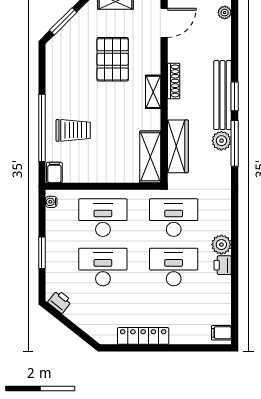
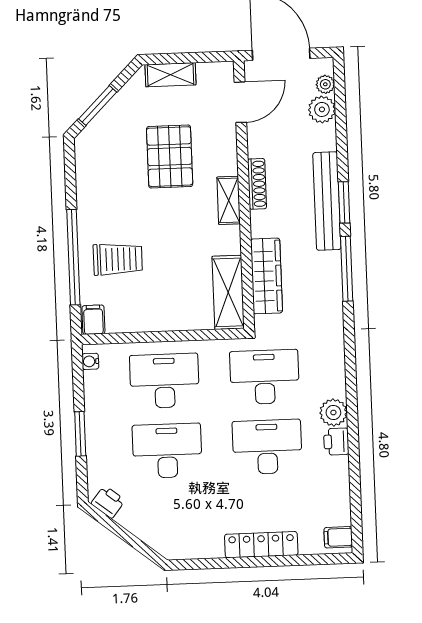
plant: (221, 141) -> (322, 109), moved
locker: (143, 336) -> (261, 545), moved

